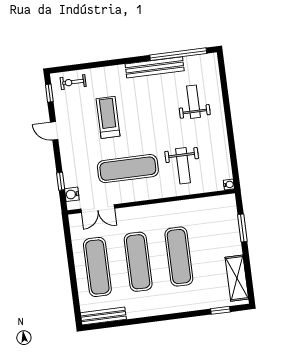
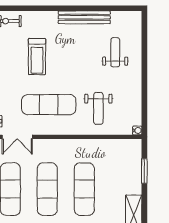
window: (178, 54) -> (107, 8), removed
treadmill: (108, 117) -> (37, 57), turned 180

